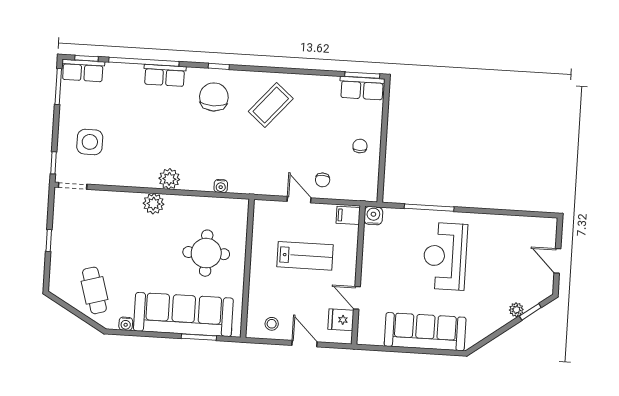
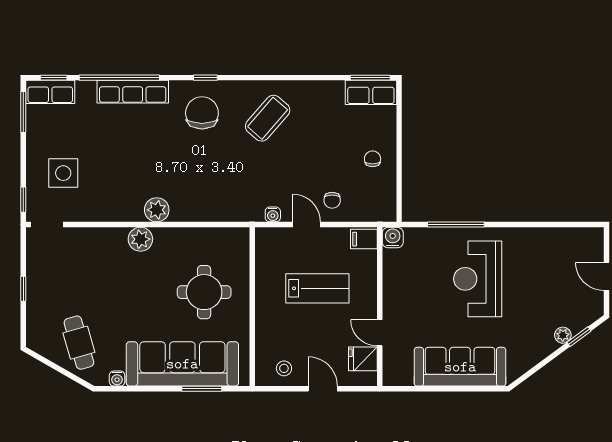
row of seats: (165, 75) -> (133, 92), width x1.48
water cooler: (221, 186) -> (273, 214), moved

